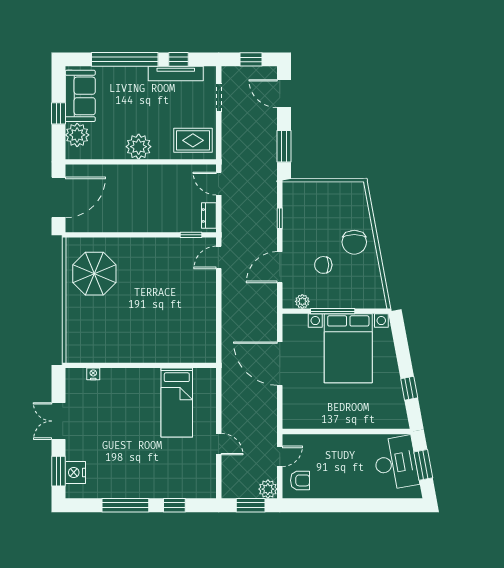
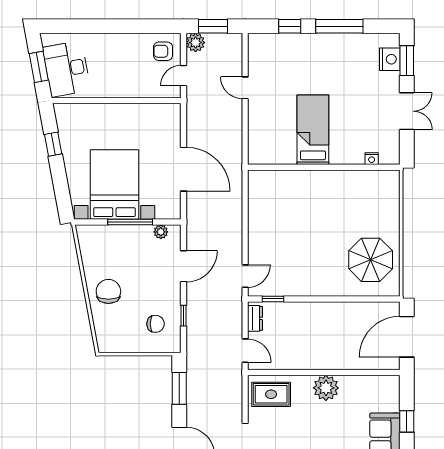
plant: (77, 135) -> (388, 400), removed
chair: (323, 265) -> (156, 324), moved
bed: (177, 402) -> (313, 130), moved

